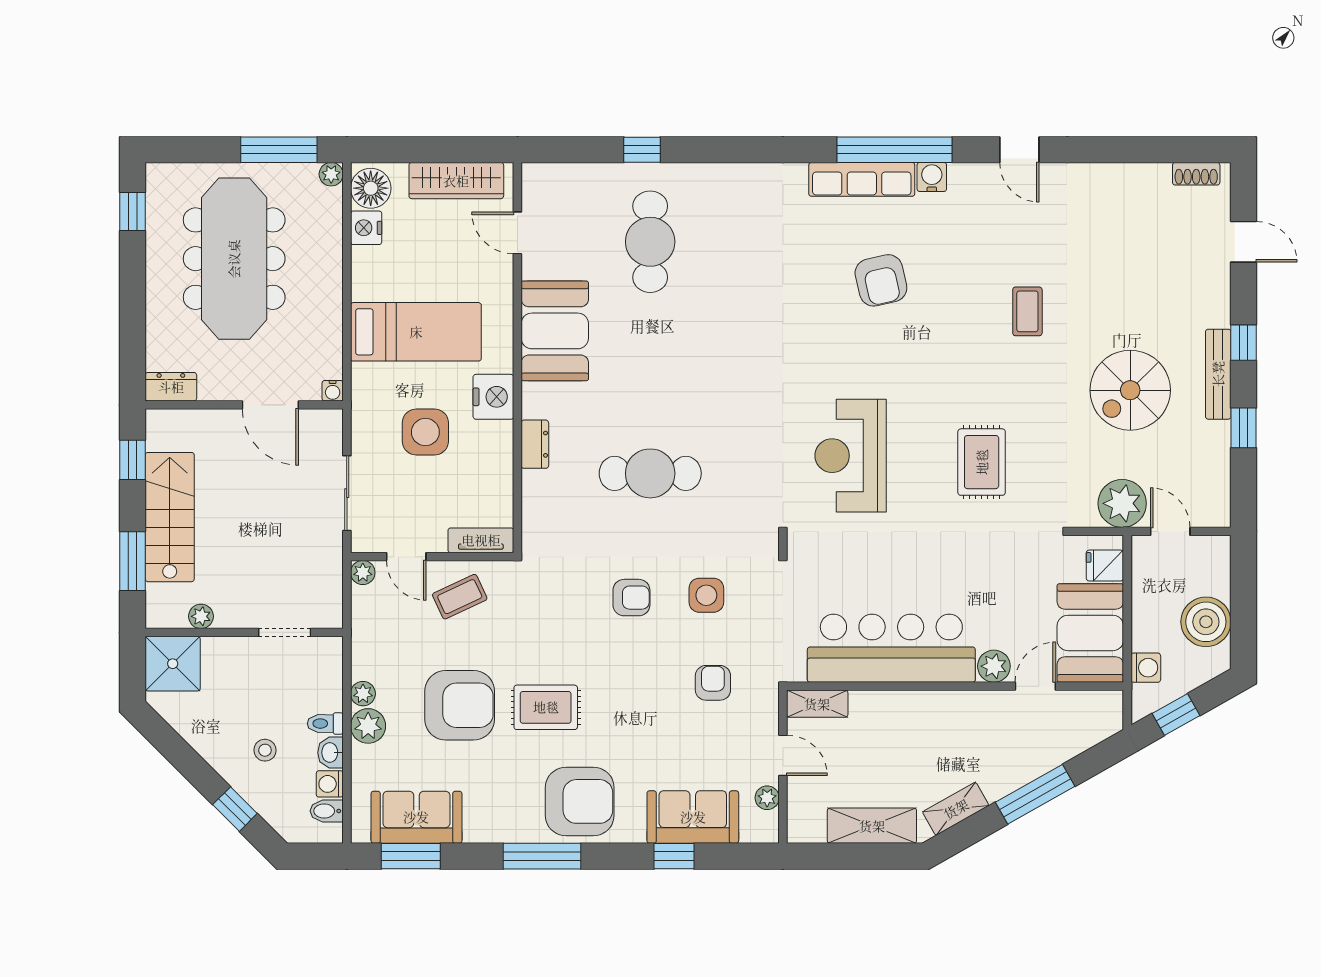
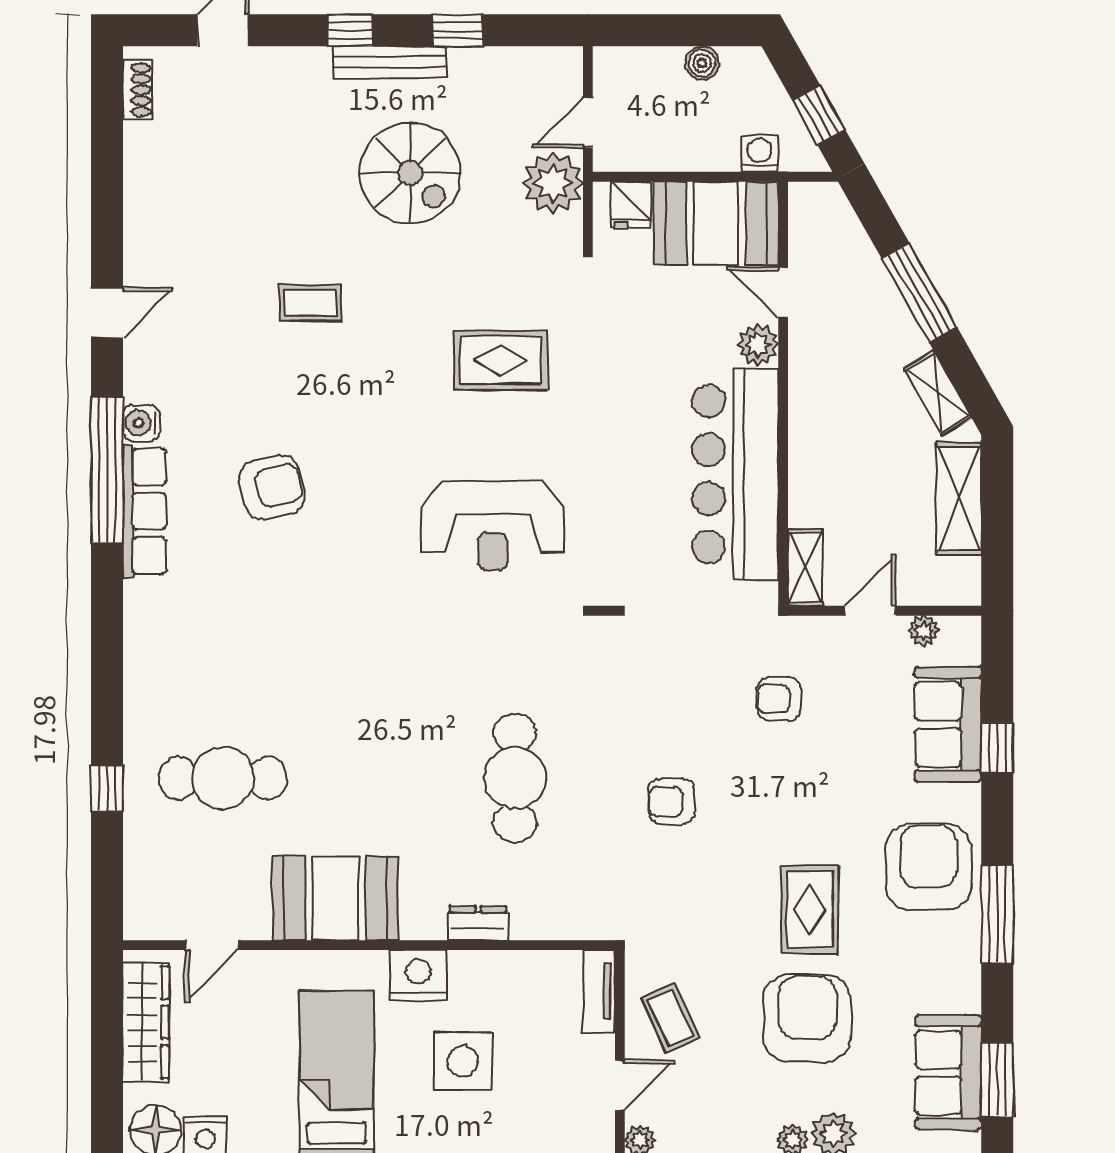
side table: (706, 595) -> (668, 707), removed
armchair: (631, 598) -> (671, 802), turned -90
boiler: (1206, 622) -> (702, 63), width x0.54, depth x0.54

